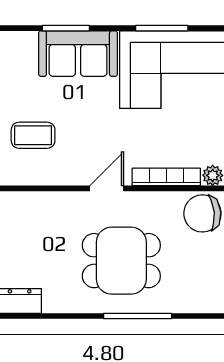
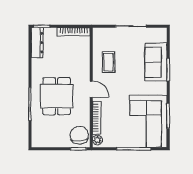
sofa: (78, 54) -> (156, 62), moved
coffee table: (33, 135) -> (109, 62), moved

